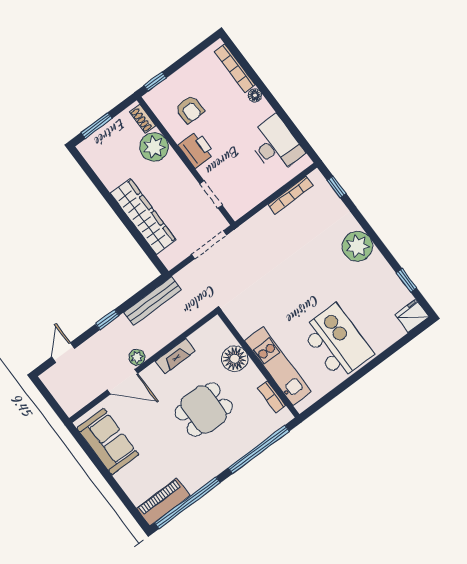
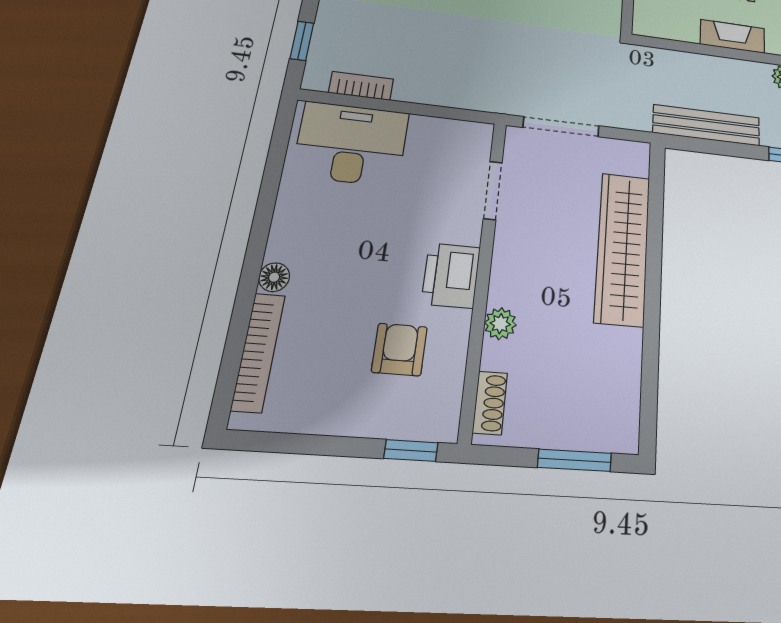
desk: (275, 145) -> (351, 144), moved, turned 90
plant: (154, 147) -> (500, 324), width x0.53, depth x0.53
bookcase: (291, 195) -> (361, 86), width x0.64

